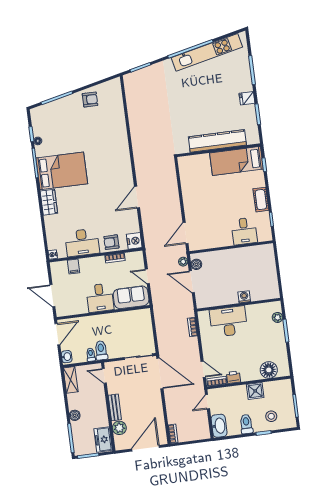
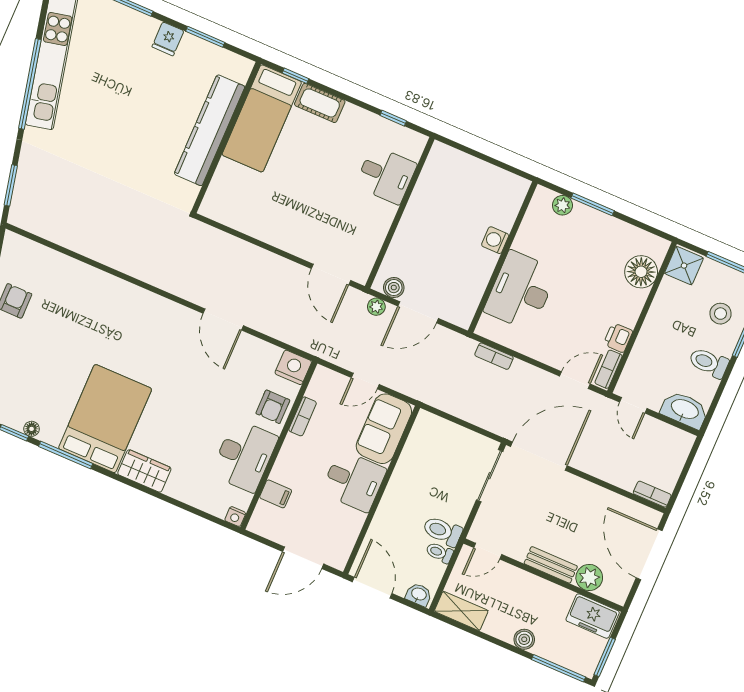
cot: (261, 200) -> (320, 103), moved
shower: (255, 391) -> (684, 266), moved

